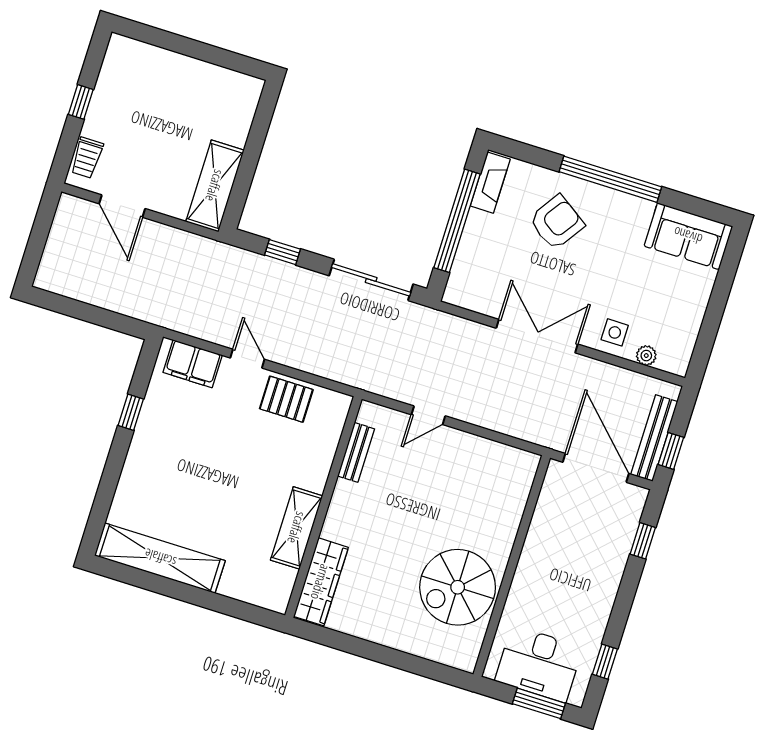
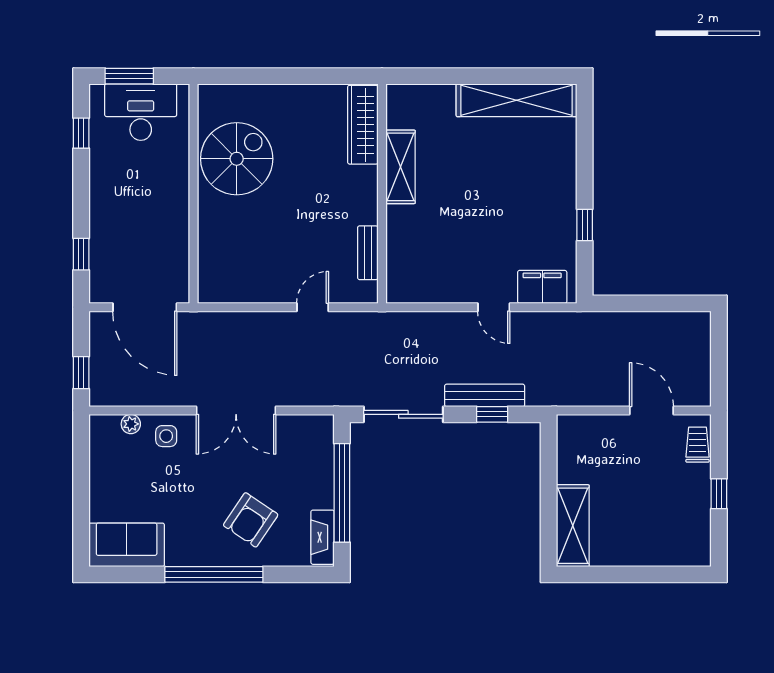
shelving: (215, 186) -> (573, 526), moved
pallet: (286, 399) -> (447, 281), removed
bench: (654, 438) -> (485, 395), moved, turned 90
window: (671, 451) -> (81, 373), moved

